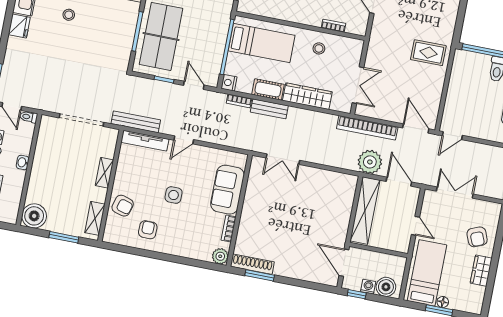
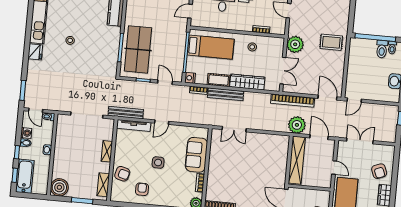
plant: (378, 51) -> (295, 44), added
bench: (269, 109) -> (226, 94), width x1.36

